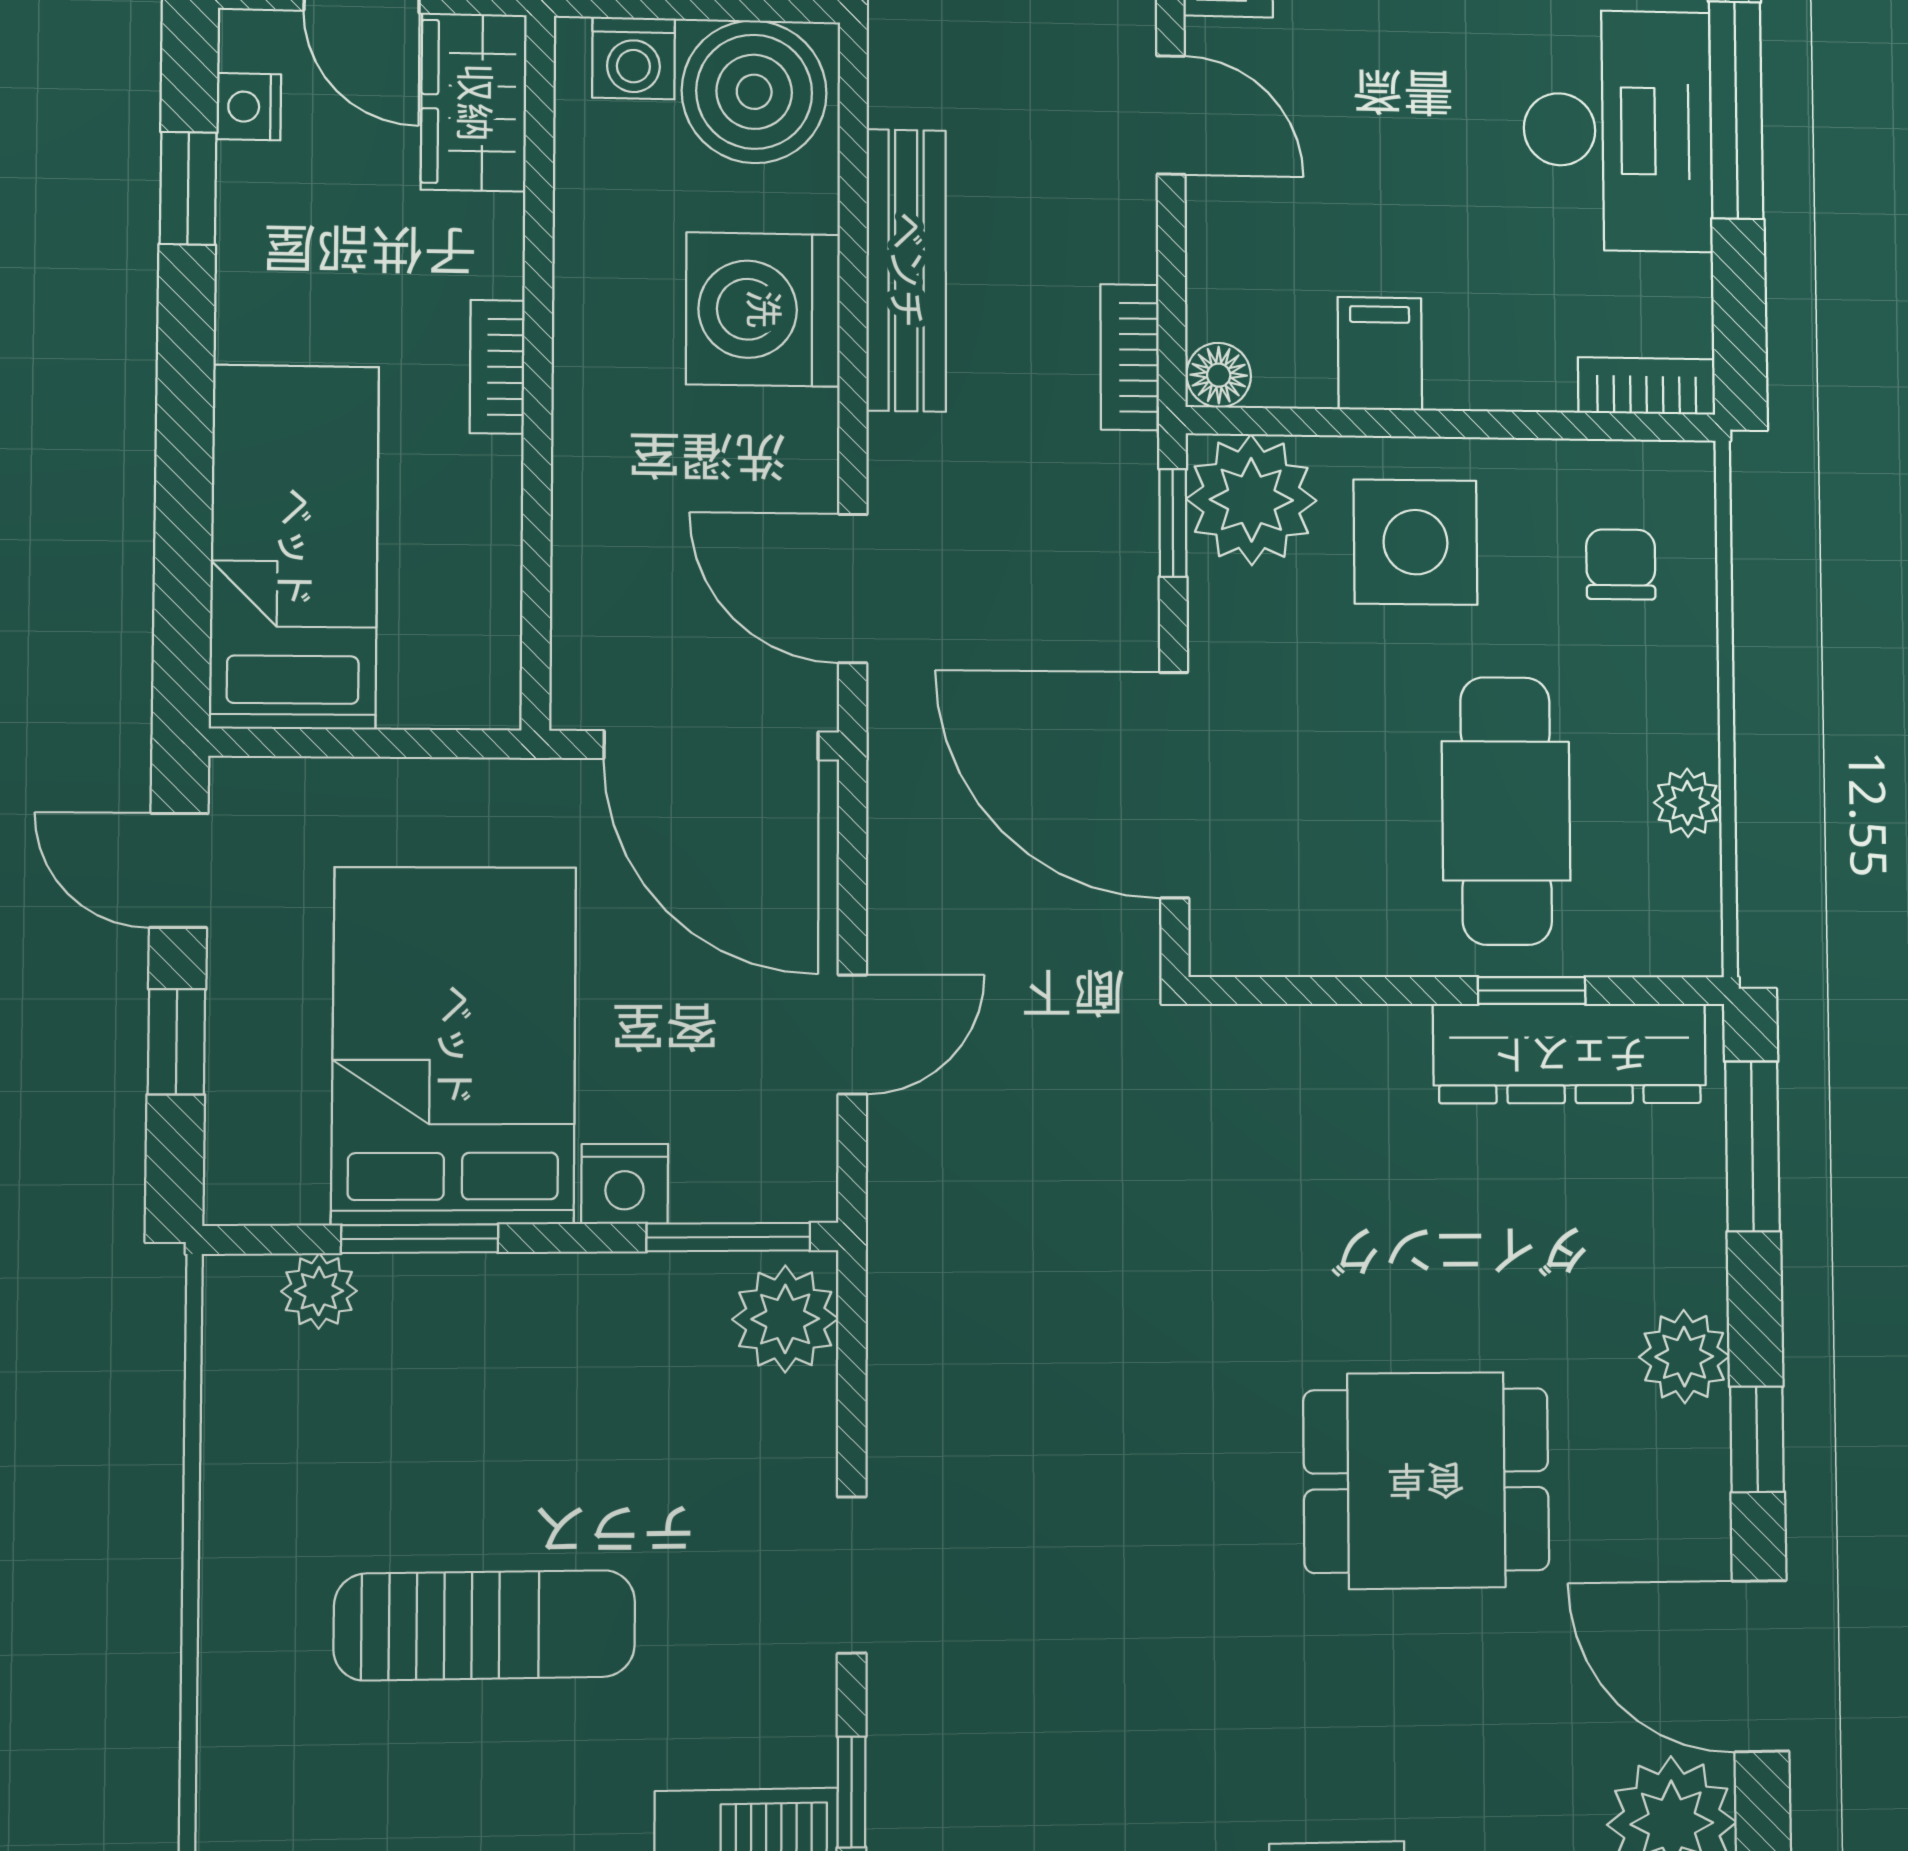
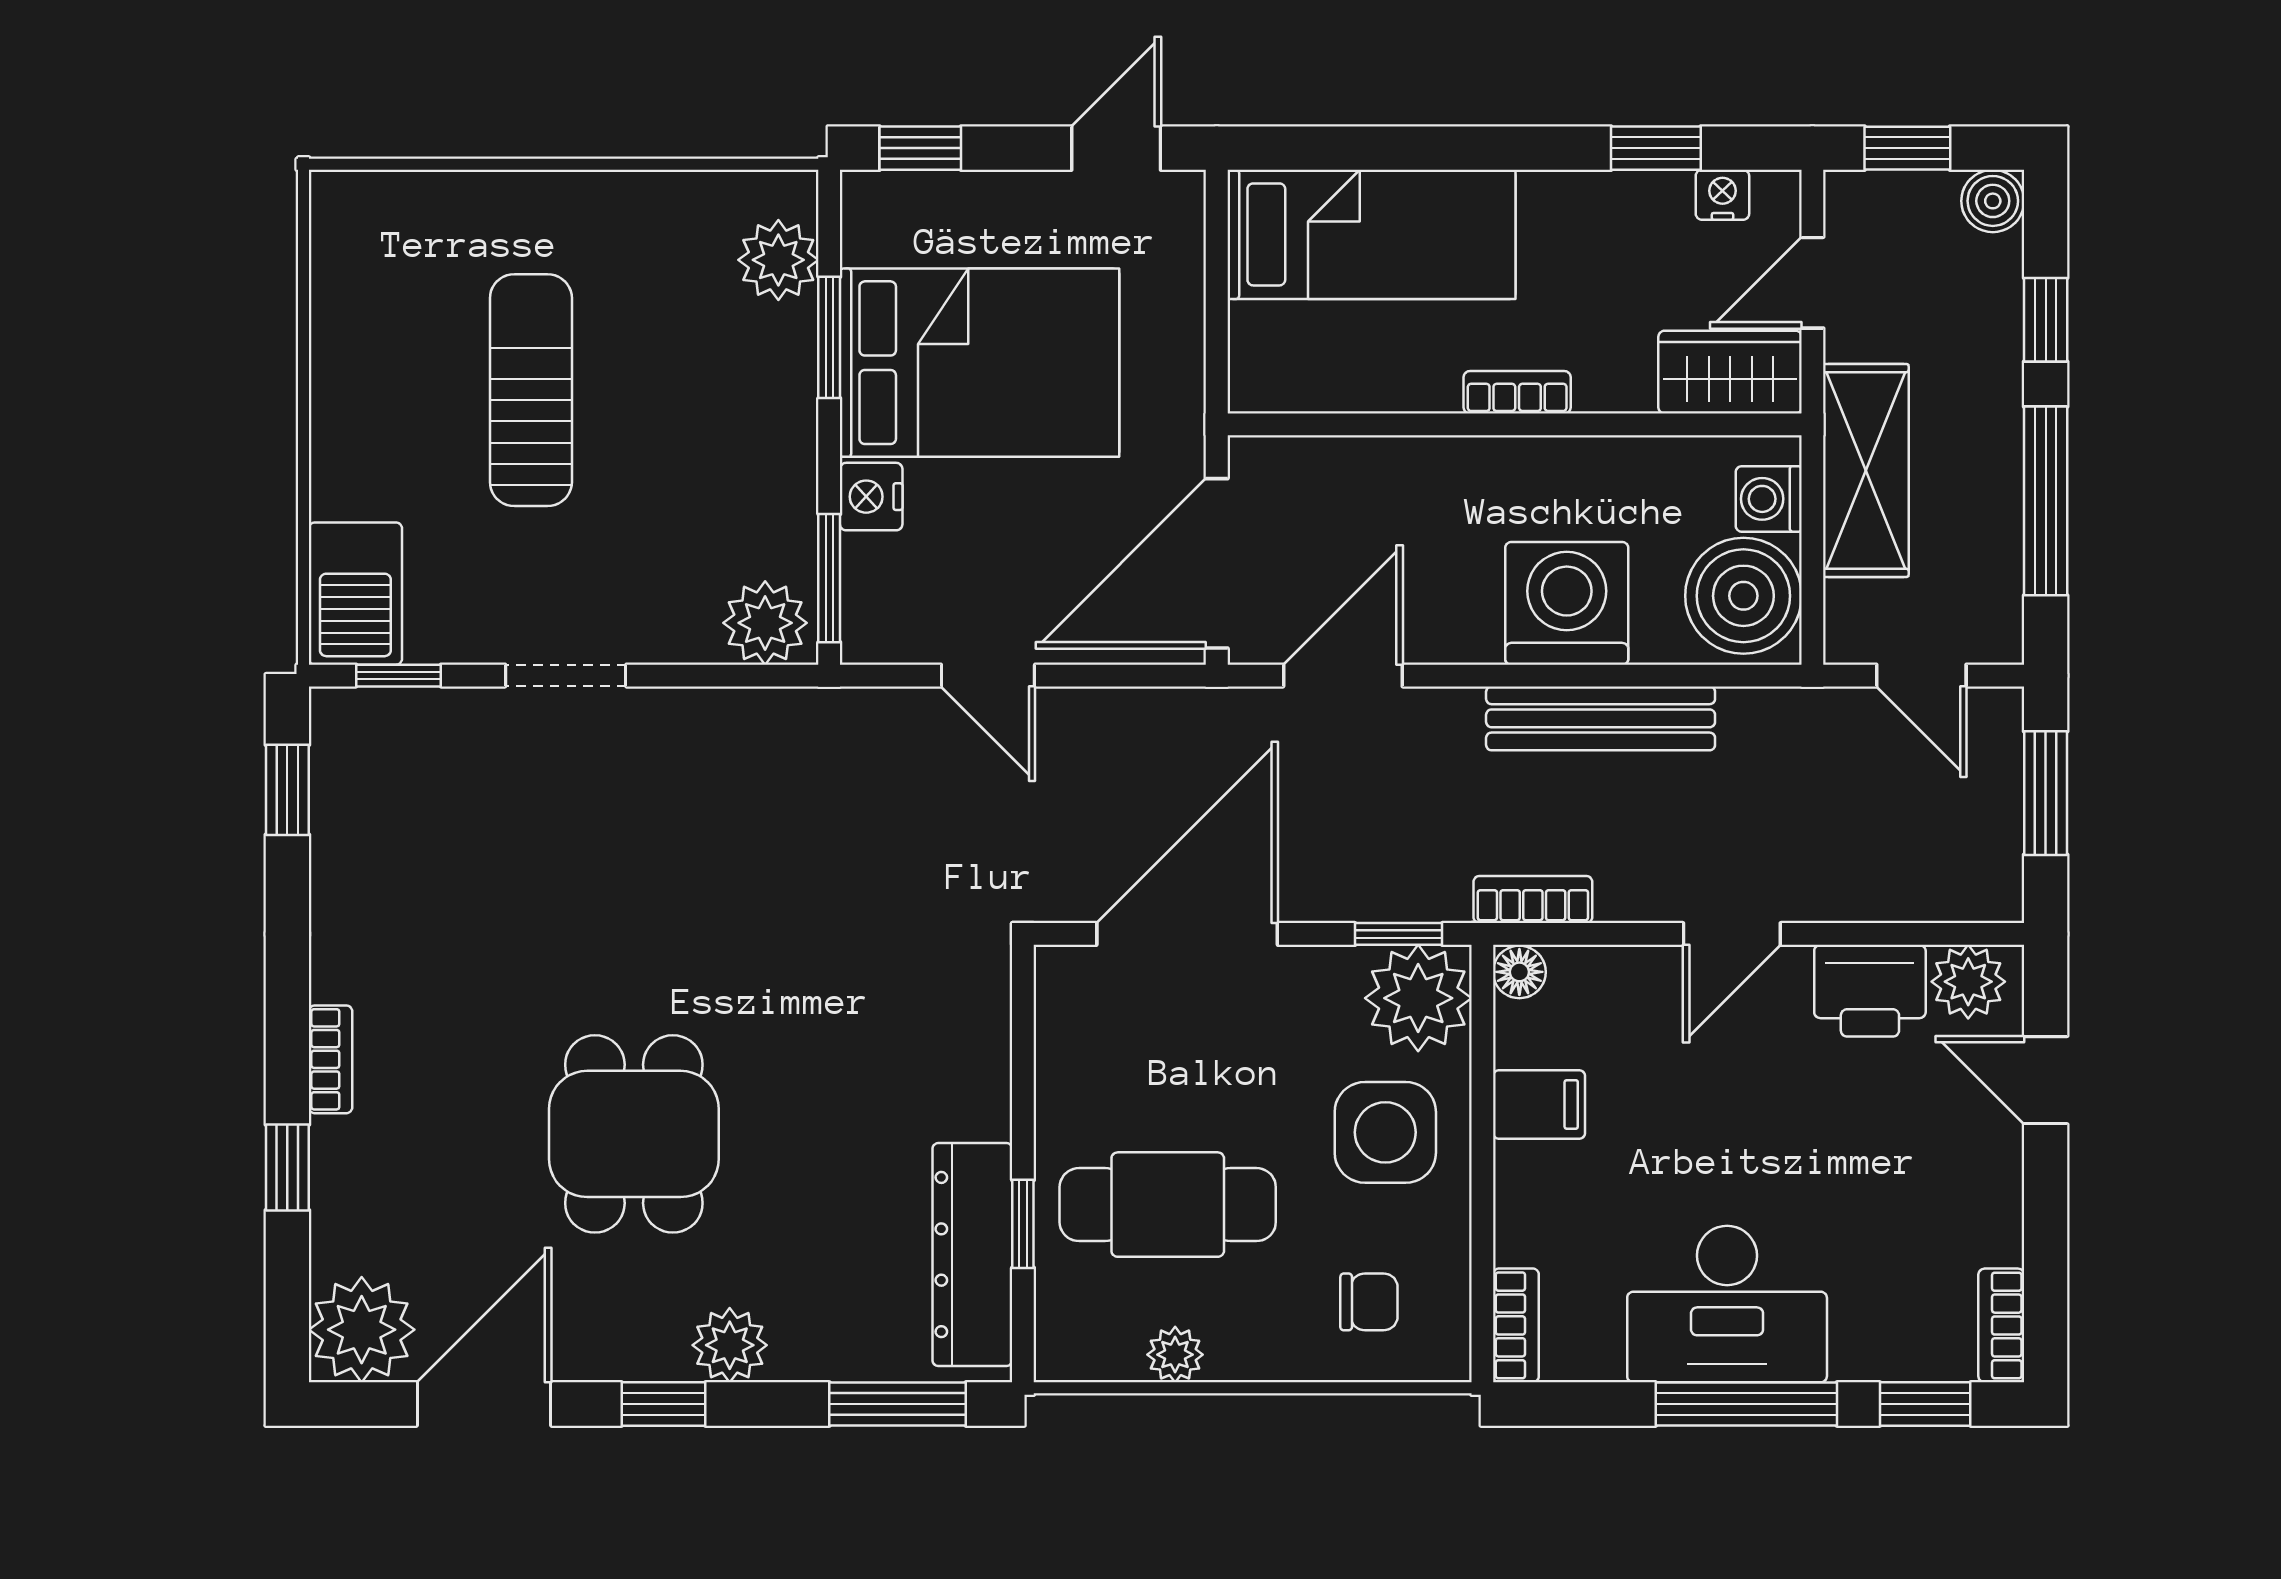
window: (176, 1042) -> (920, 148), moved
plant: (319, 1291) -> (778, 260), width x1.38, depth x1.38
sun lounger: (485, 1625) -> (531, 390), turned 180

